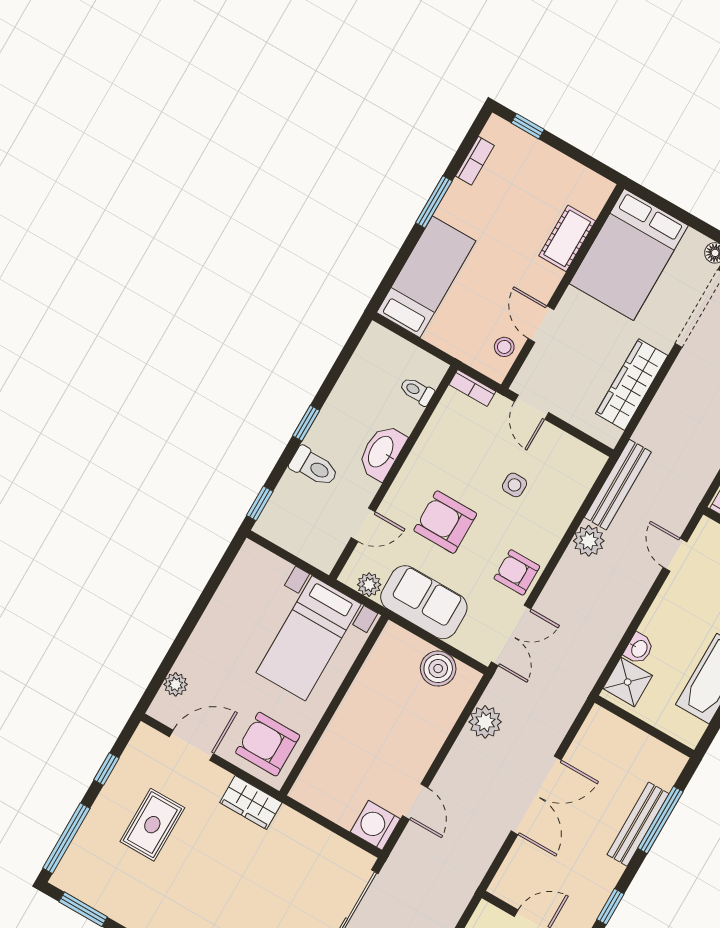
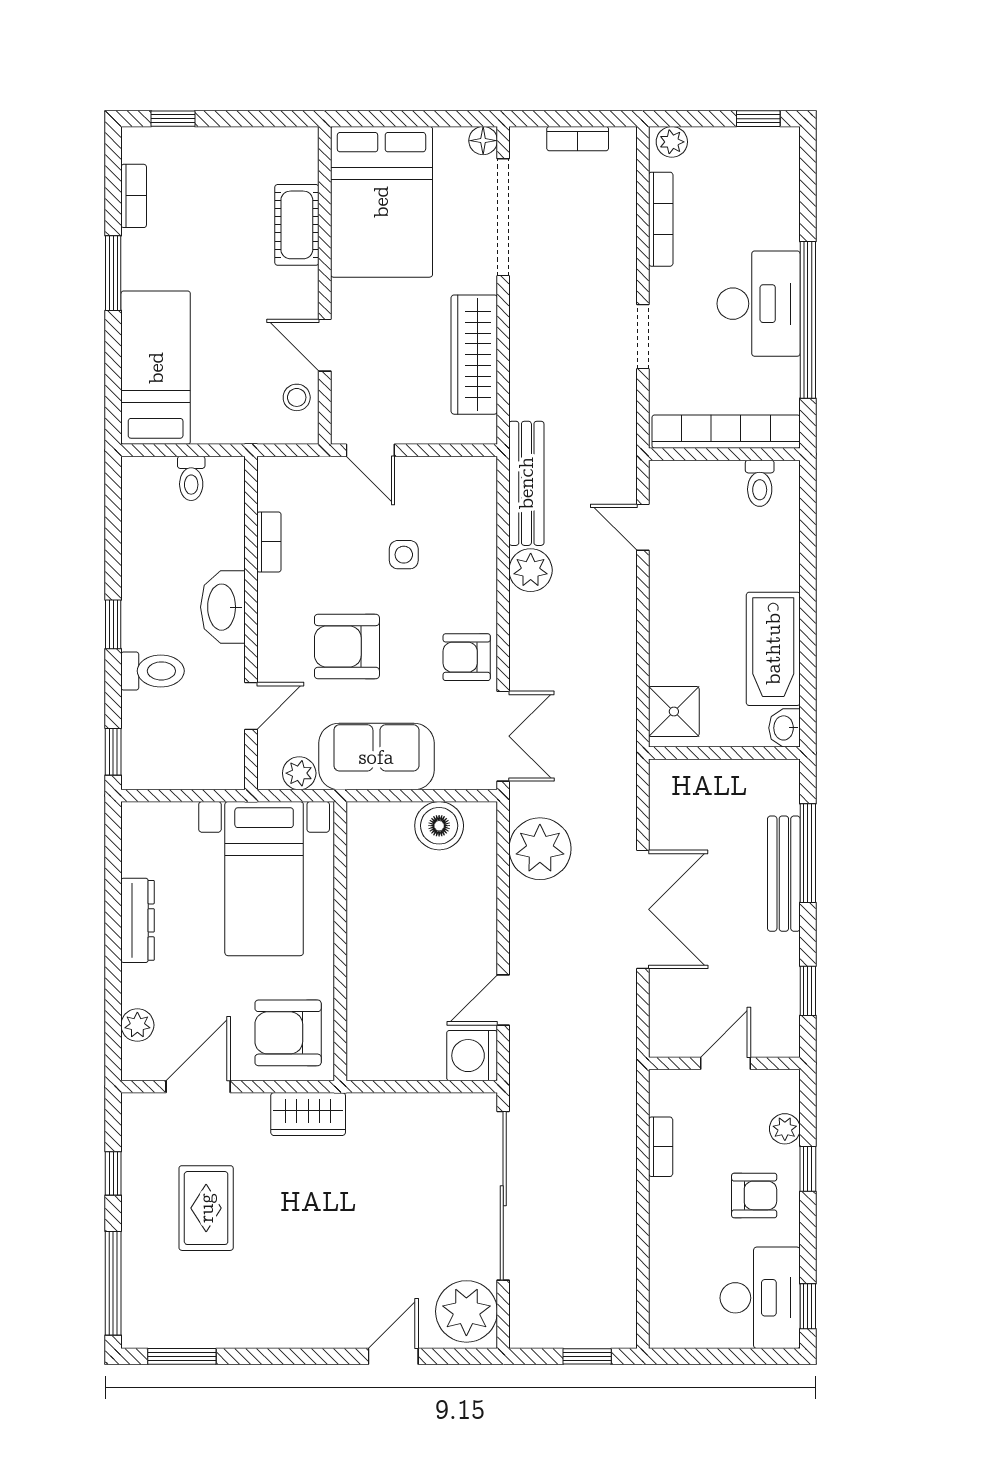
bookcase: (472, 388) -> (269, 542), moved, turned -90
toilet: (417, 391) -> (191, 478), moved, turned -90
dresser: (214, 618) -> (138, 920), added
washbasin: (639, 649) -> (784, 728), moved, turned 180
plant: (485, 722) -> (540, 849), width x1.36, depth x1.36
door: (415, 802) -> (503, 1000), swing flipped

